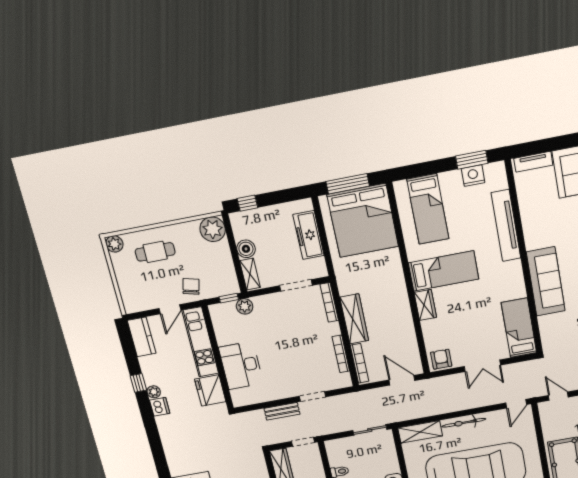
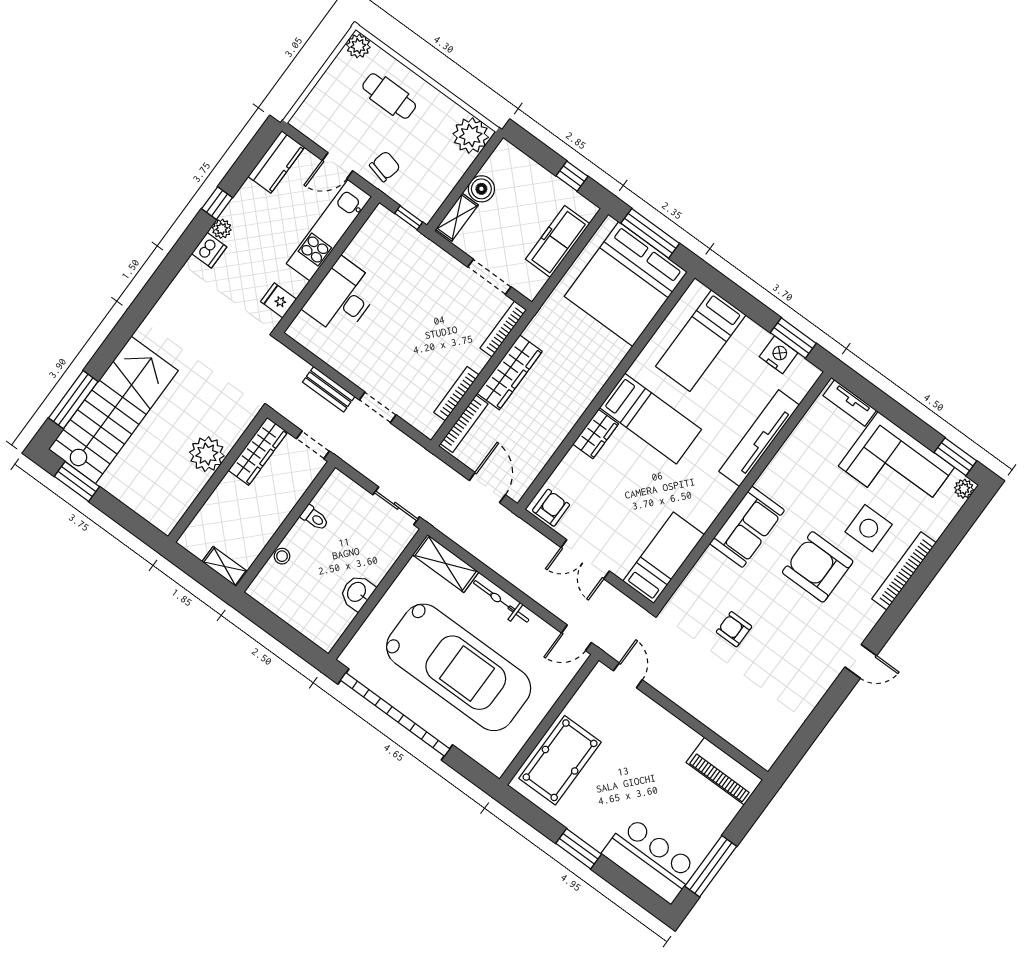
window: (247, 203) -> (572, 176), moved
sofa: (546, 281) -> (747, 527), width x0.73
plant: (245, 306) -> (415, 243), removed
fridge: (210, 390) -> (279, 300), width x0.53, depth x0.75

